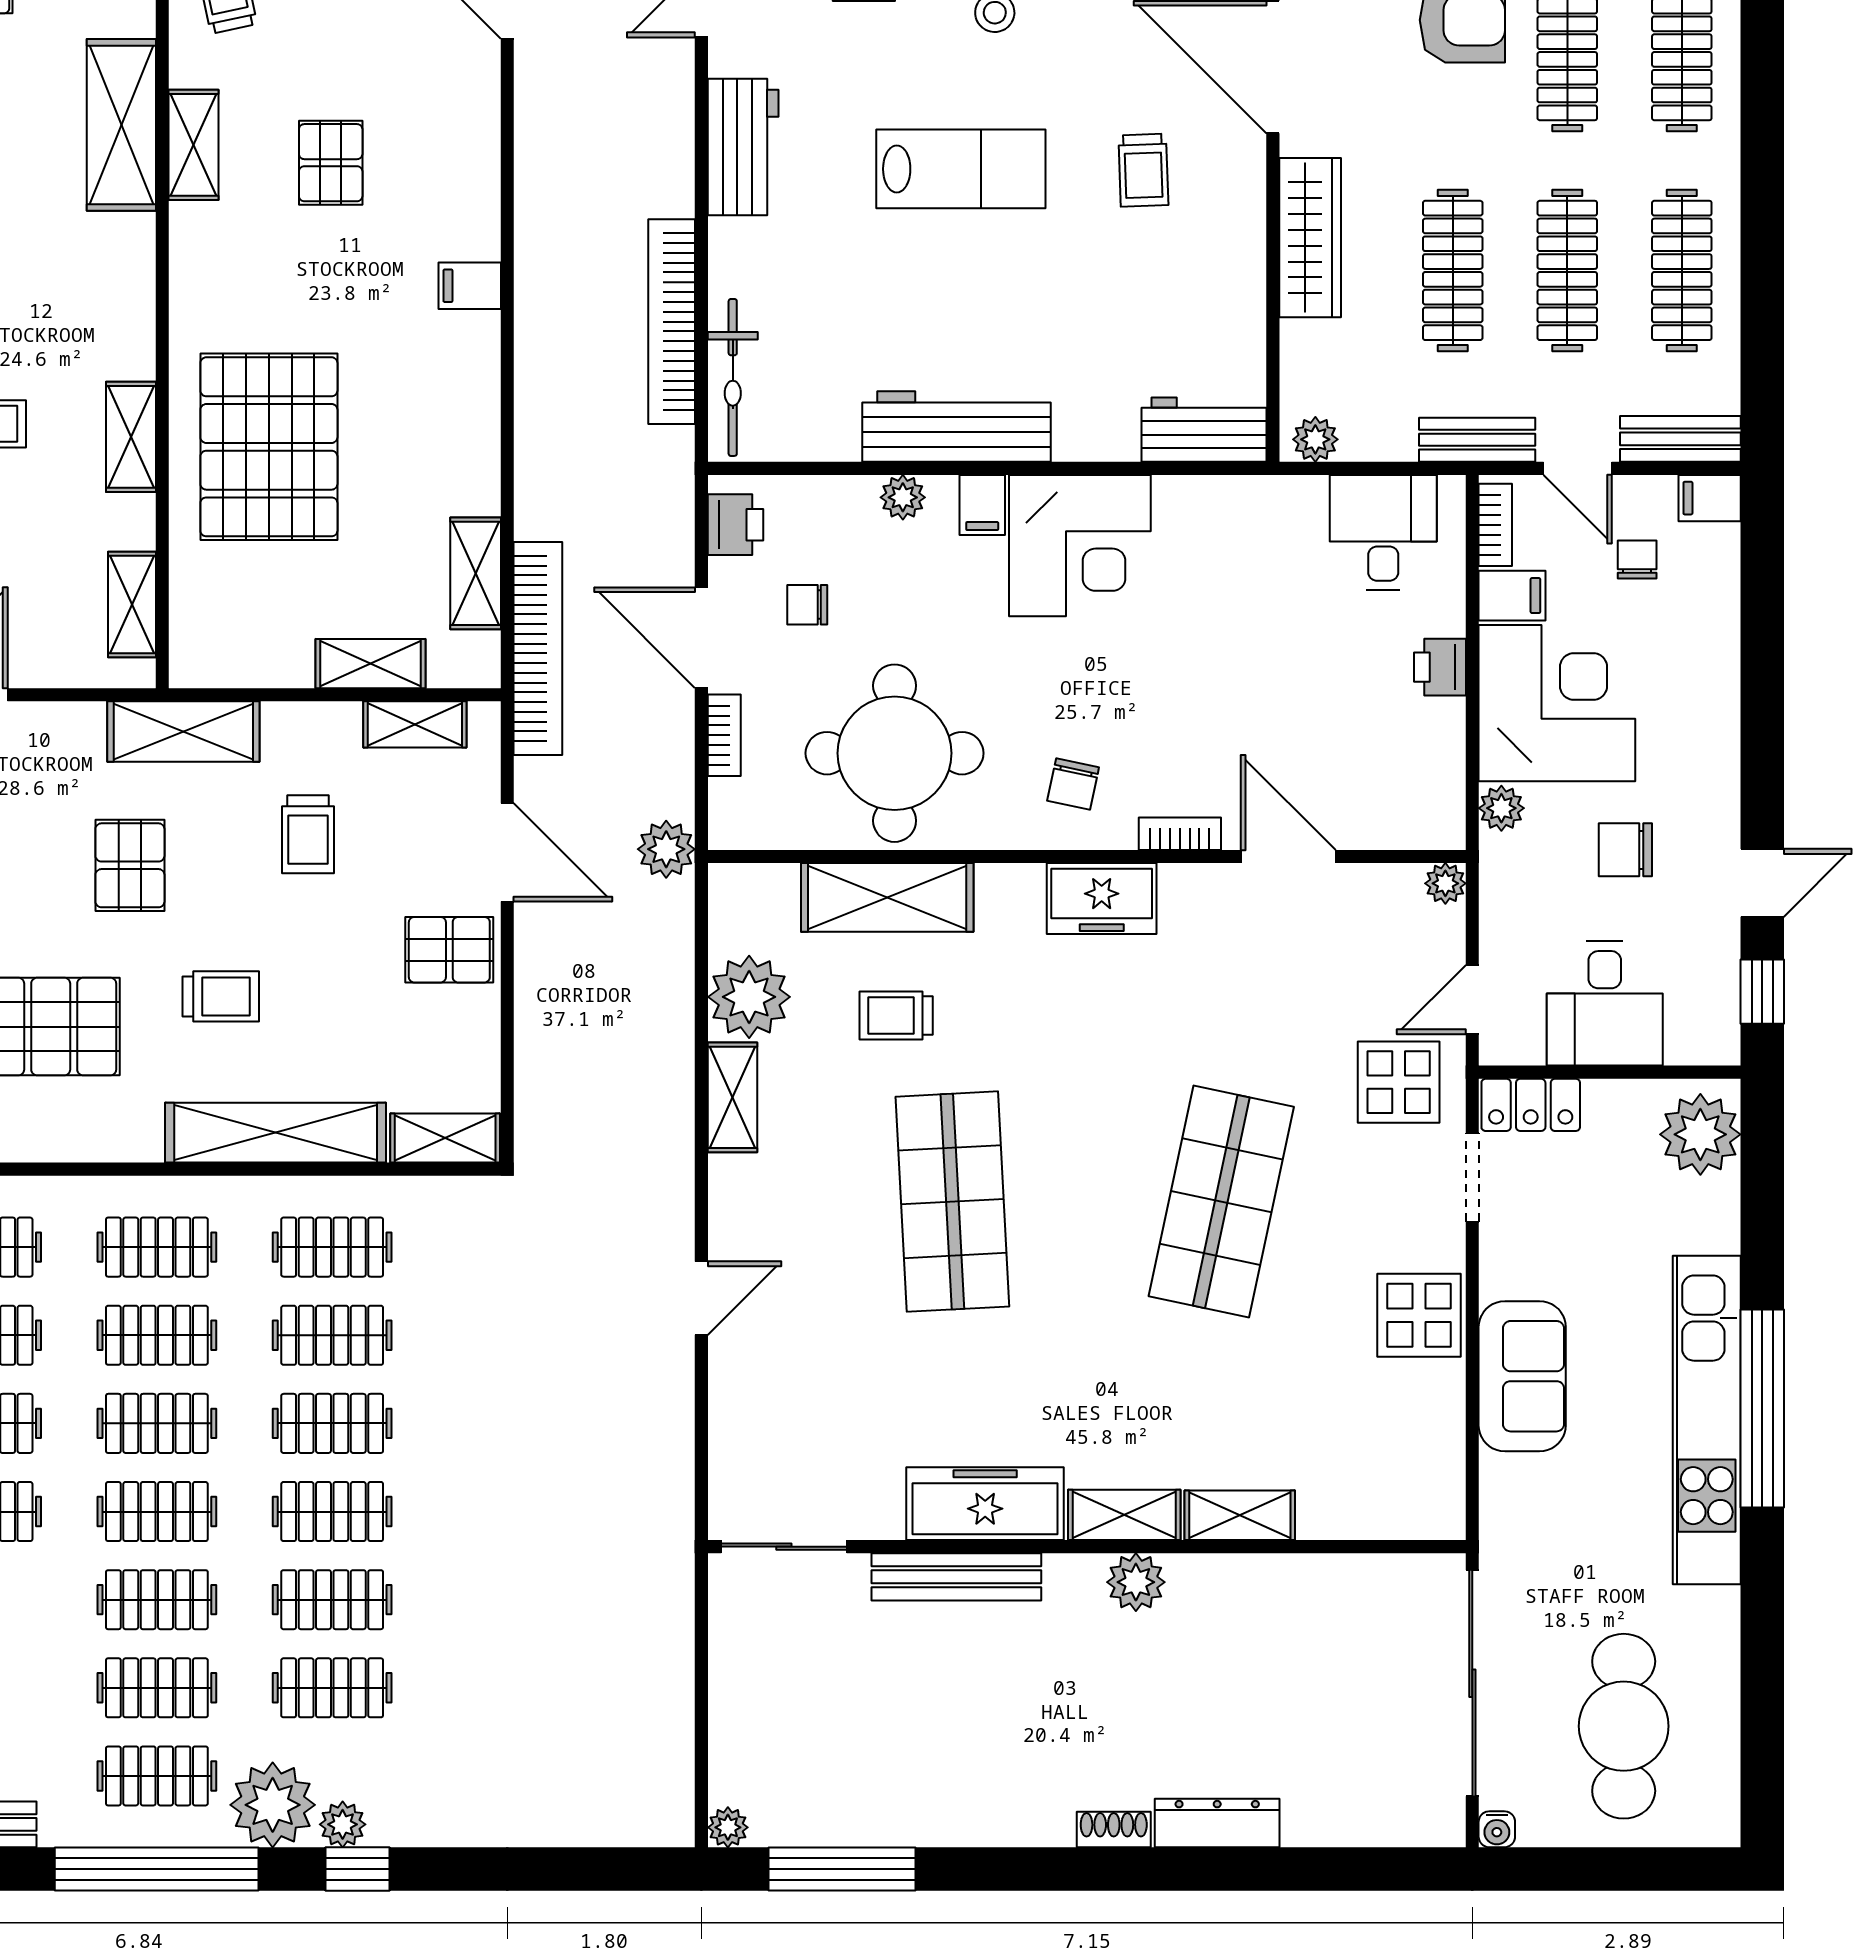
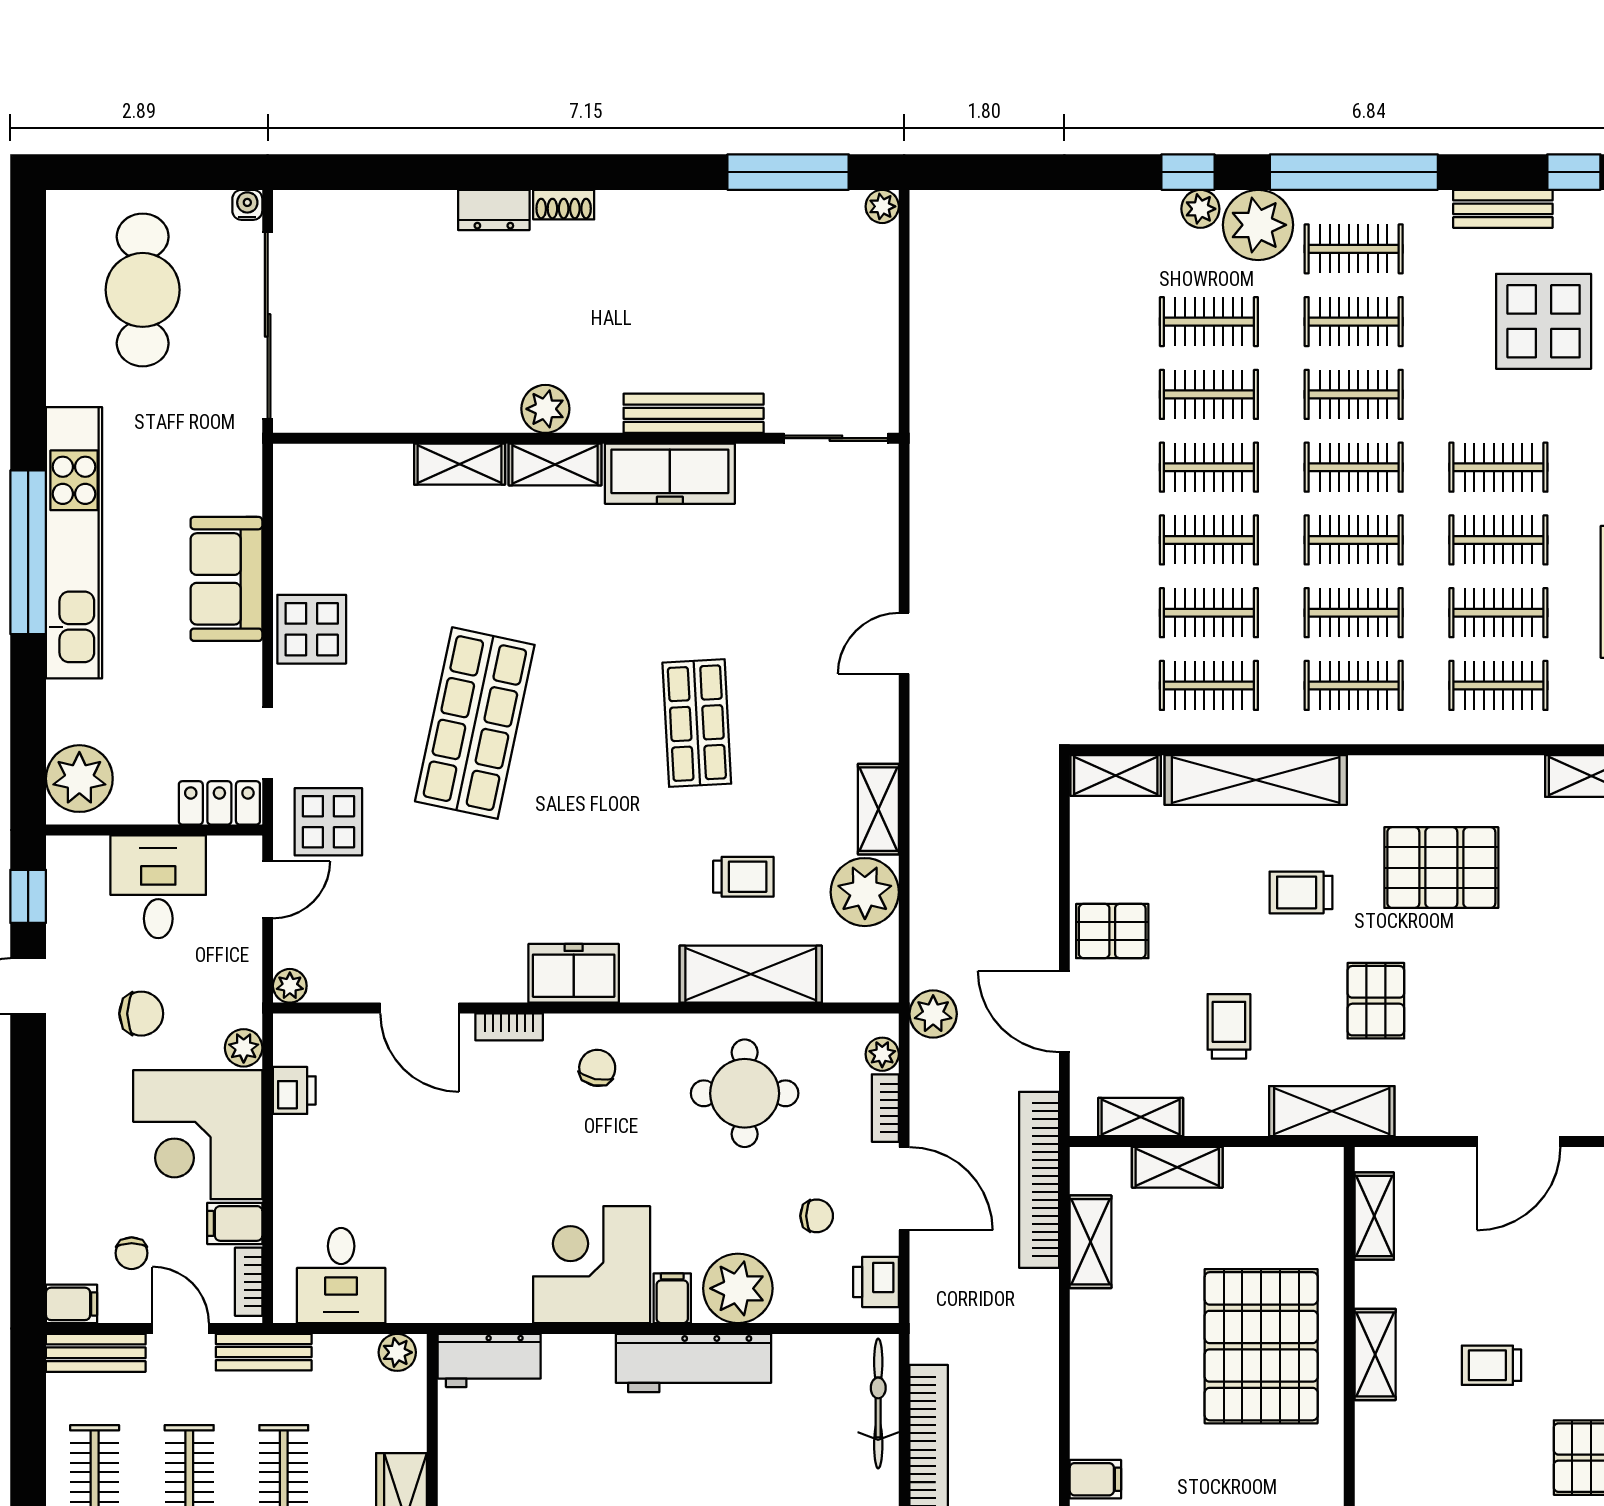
plant: (903, 497) -> (738, 1288), width x1.88, depth x1.88
printer: (1440, 667) -> (294, 1090), moved
round table: (895, 753) -> (745, 1093), width x0.73, depth x0.73
plant: (728, 801) -> (882, 1054), added
shop shelf: (952, 1202) -> (697, 723), width x0.70, depth x0.74
dresser: (1217, 1823) -> (494, 210), width x0.70

